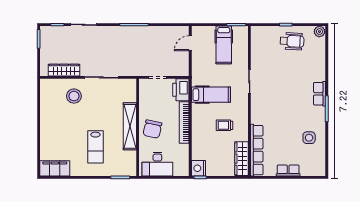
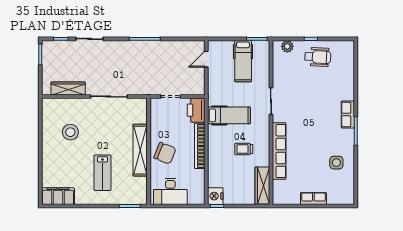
plant: (319, 32) -> (287, 46), moved
stool: (74, 96) -> (70, 132), moved
chair: (152, 129) -> (165, 153), turned -80
row of seats: (257, 150) -> (279, 151), moved

